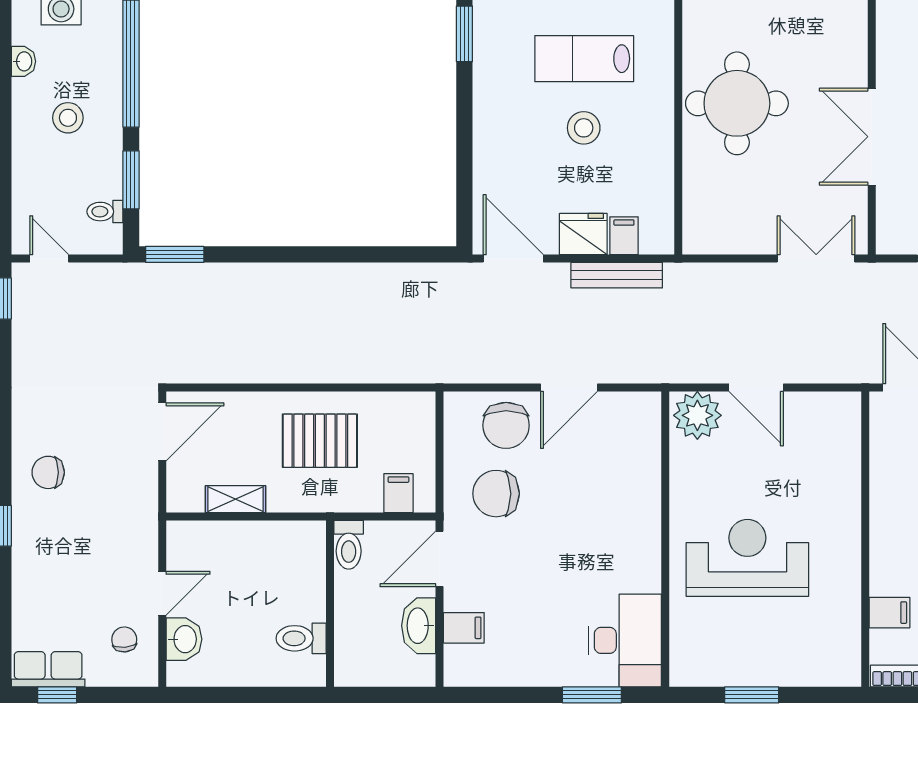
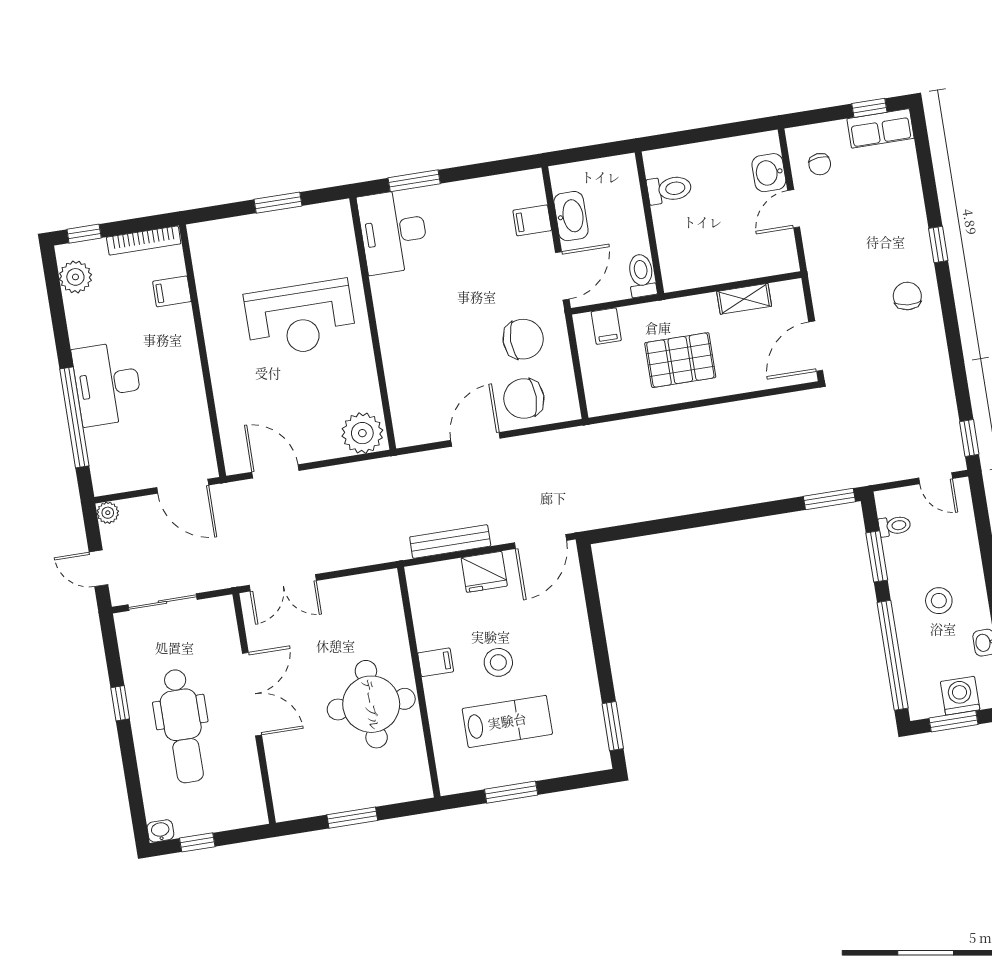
filing cabinet: (624, 236) -> (436, 662), moved, turned -90
door: (513, 259) -> (540, 542), hinge flipped
door: (756, 388) -> (275, 471), moved
chair: (506, 425) -> (524, 399), turned -90
chair: (48, 472) -> (907, 296), turned -85

